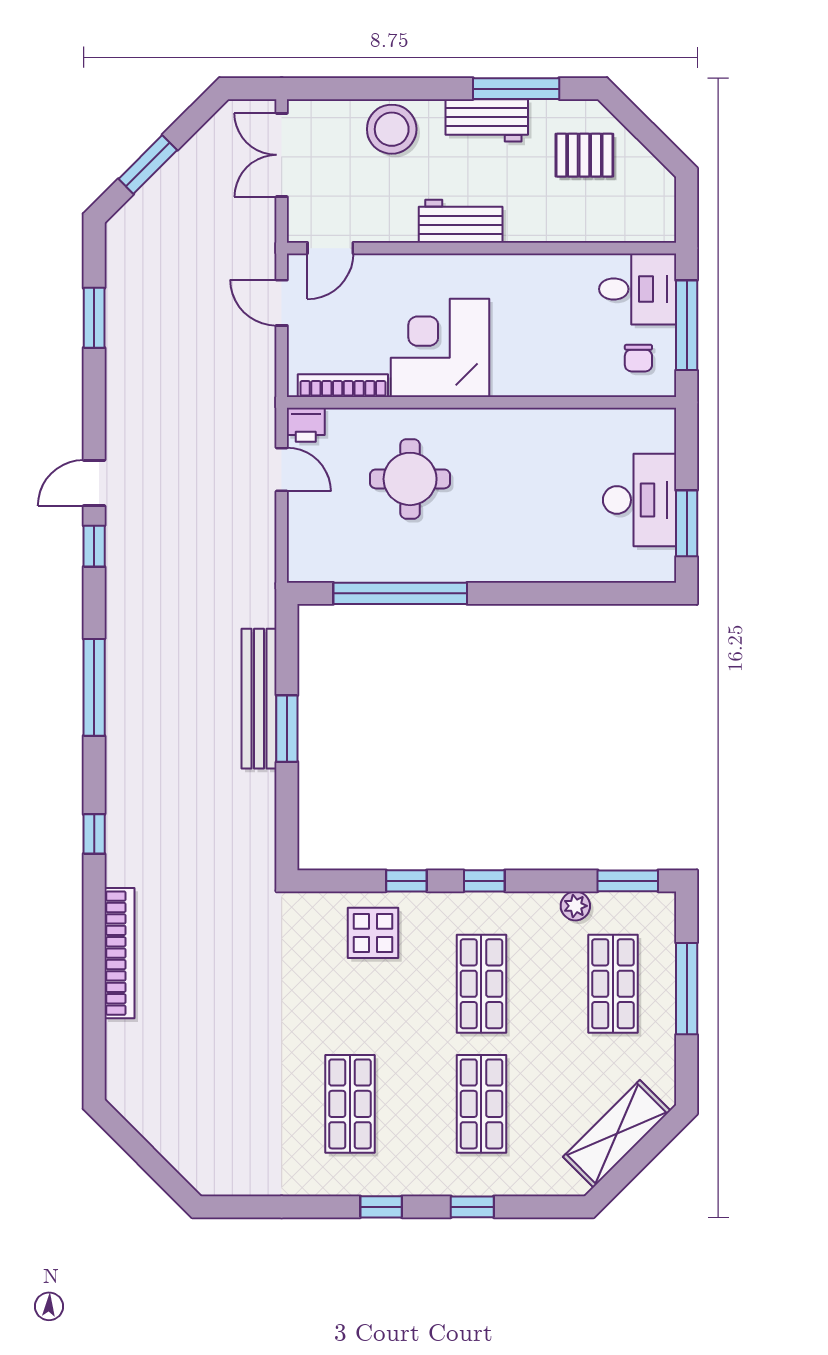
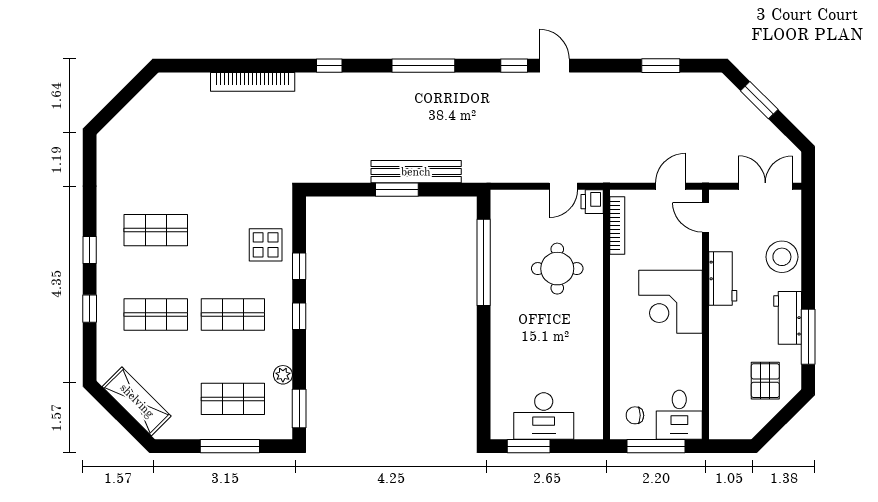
workbench: (461, 221) -> (723, 278), moved
corner desk: (440, 348) -> (671, 302), moved, turned 180

